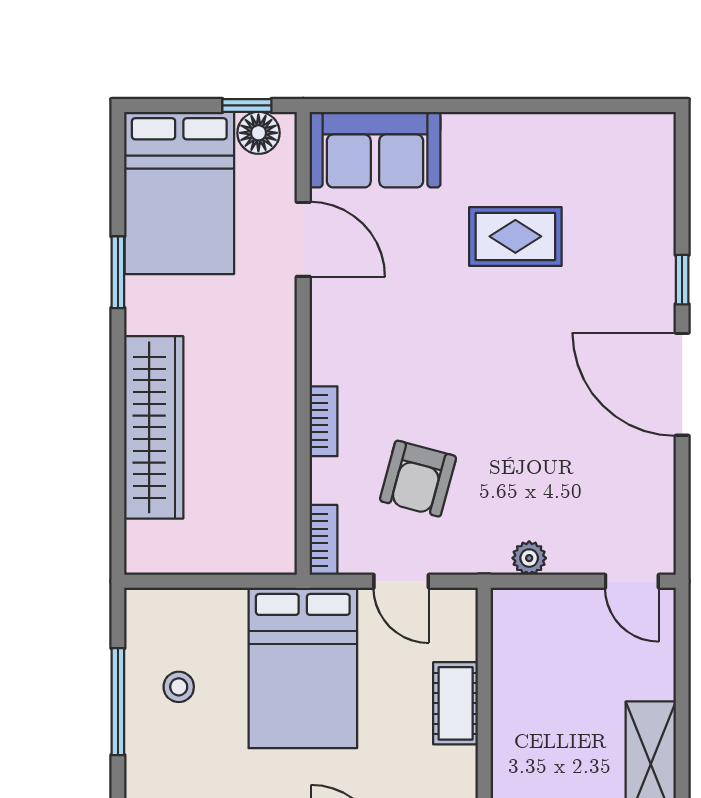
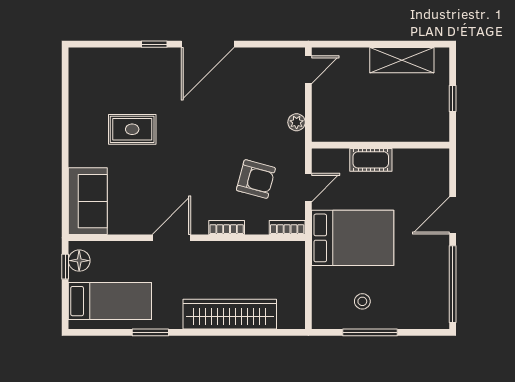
bed: (179, 193) -> (110, 301), width x0.67
rug: (515, 236) -> (132, 129), turned 90
door: (303, 239) -> (171, 238), moved

